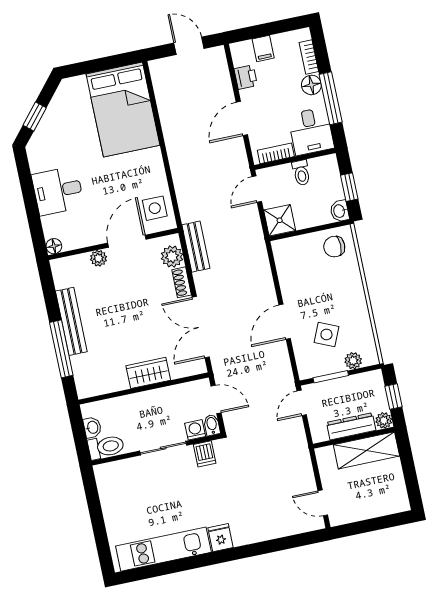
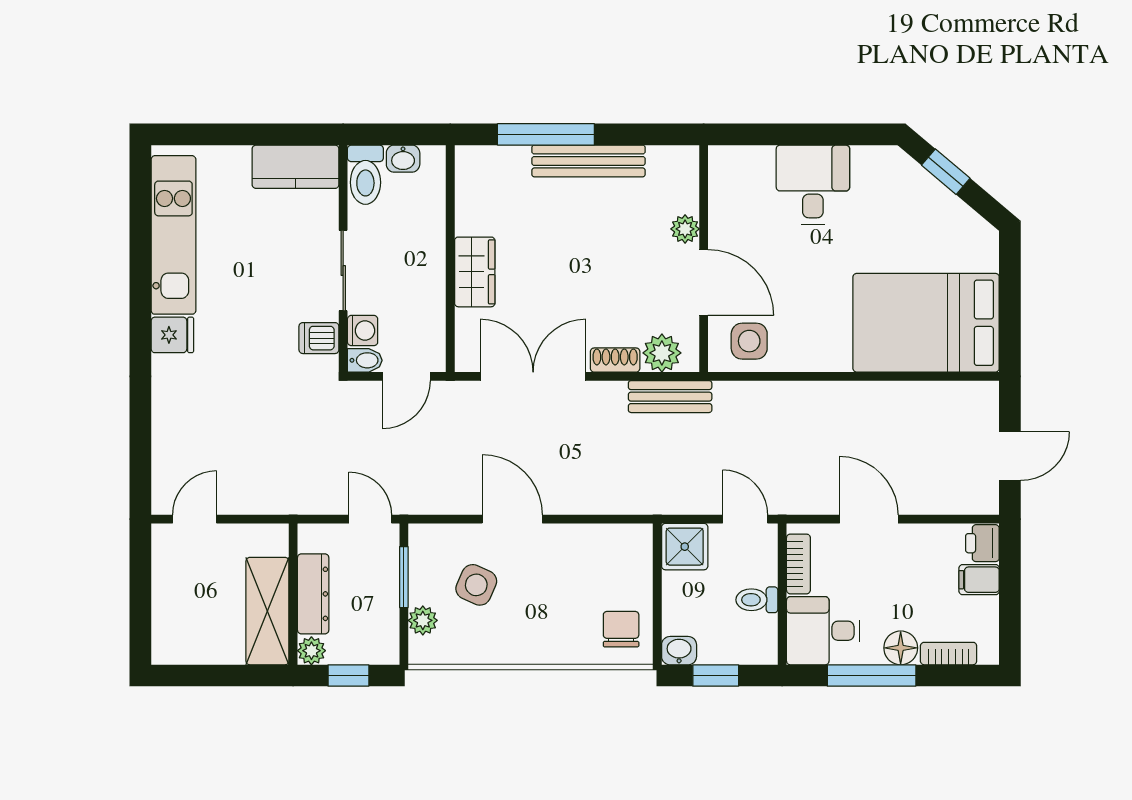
printer: (246, 77) -> (982, 543), moved, turned 90
floor lamp: (54, 246) -> (721, 158), removed
kitchen counter: (110, 488) -> (296, 167), added

